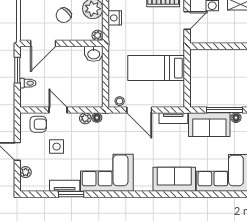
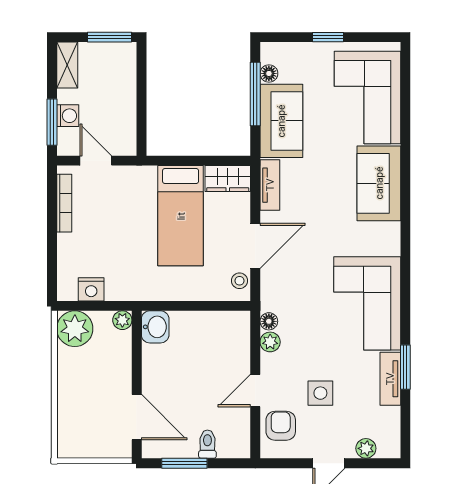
chair: (64, 15) -> (86, 380), removed
wardrobe: (177, 95) -> (228, 179), added

